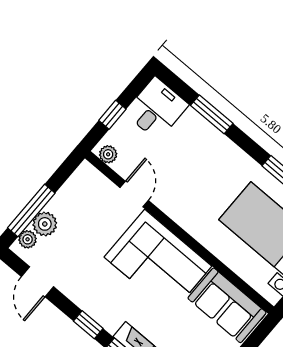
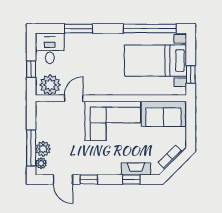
plant: (108, 154) -> (50, 85), width x1.87, depth x1.87
door: (134, 194) -> (74, 98), hinge flipped
window: (88, 325) -> (89, 179), moved

